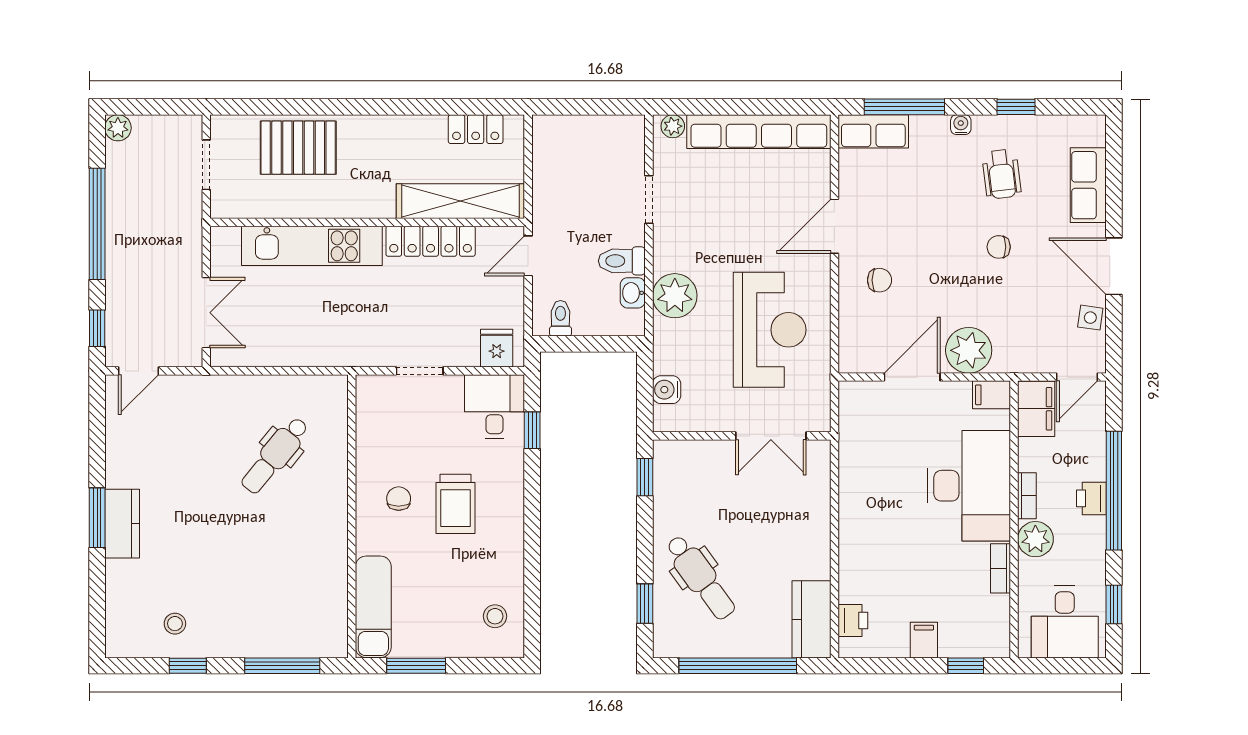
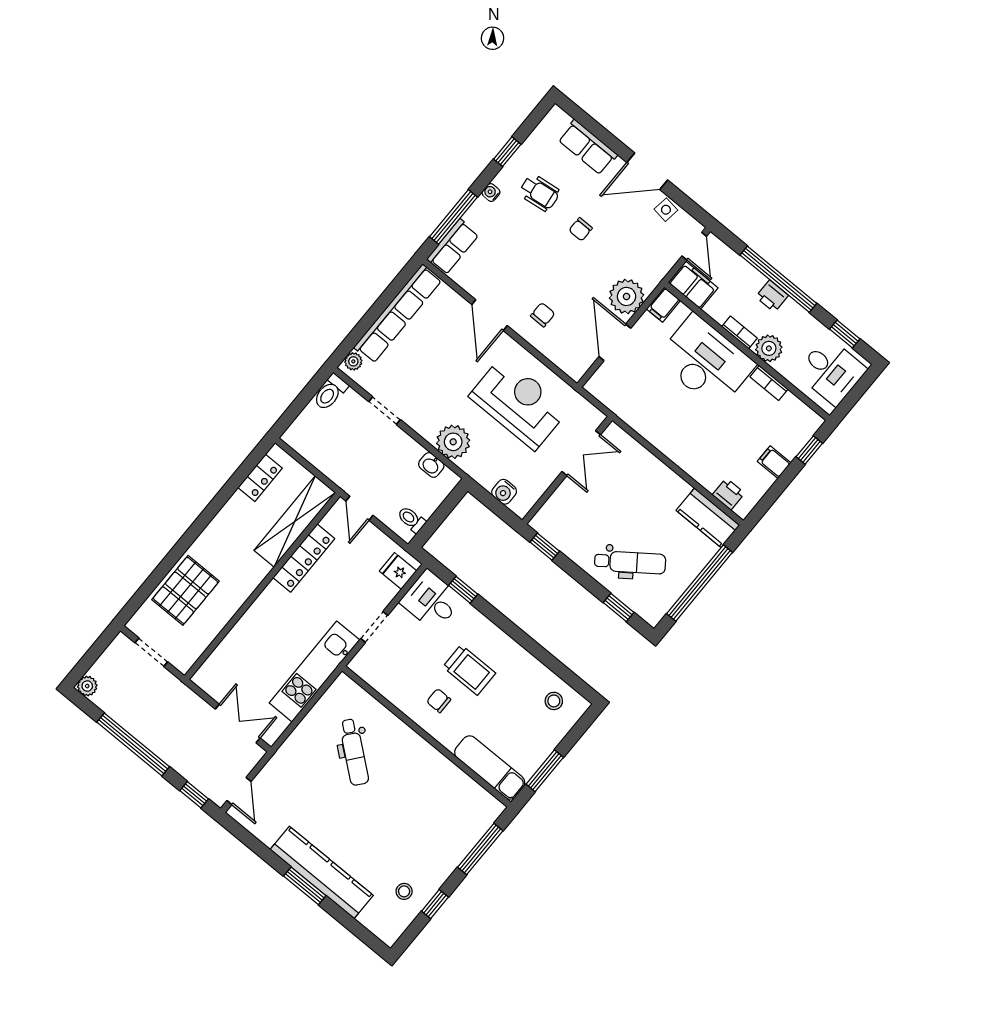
kitchen unit: (312, 246) -> (314, 671), moved, turned 180
toilet: (622, 261) -> (330, 392), moved
kitchen counter: (122, 524) -> (322, 872), width x2.08, depth x1.17

